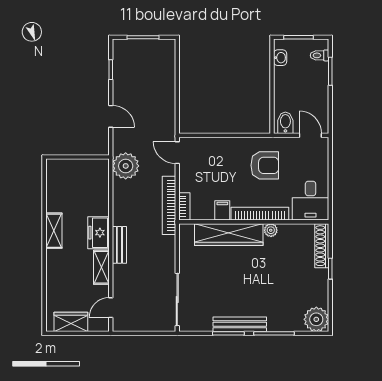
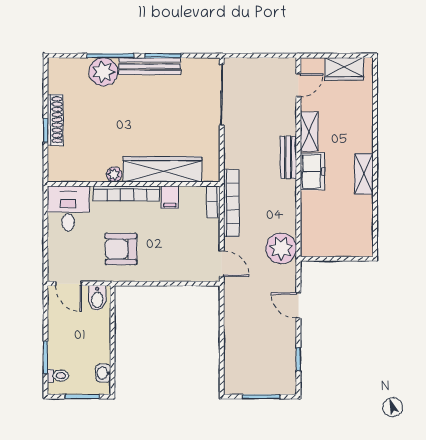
shoe rack: (322, 246) -> (55, 120), moved
plant: (316, 319) -> (103, 72), moved

